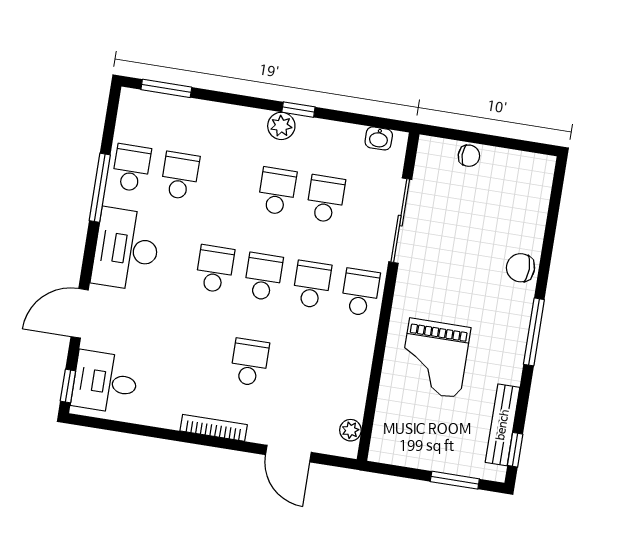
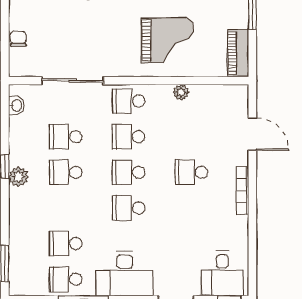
plant: (350, 430) -> (181, 92), moved
piano: (402, 452) -> (238, 53), added
door: (288, 454) -> (252, 134), hinge flipped

